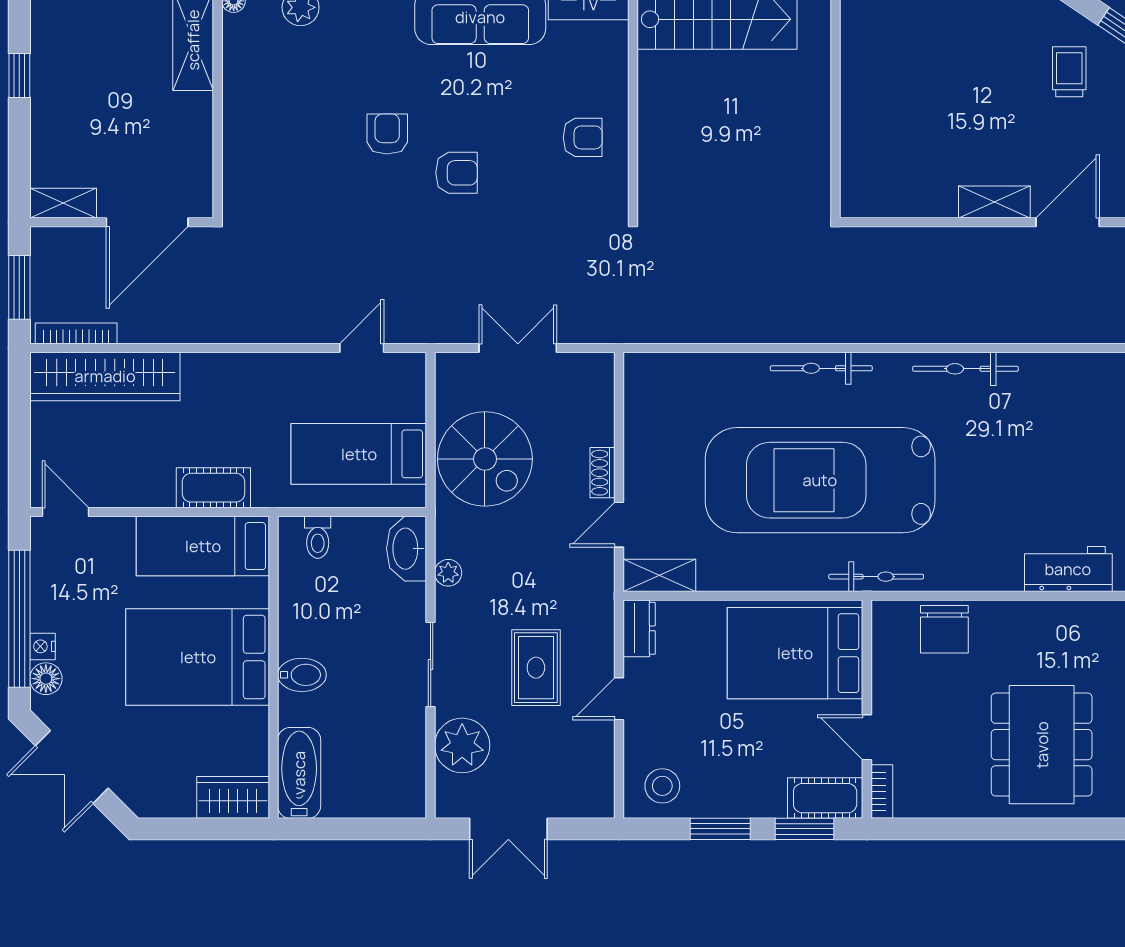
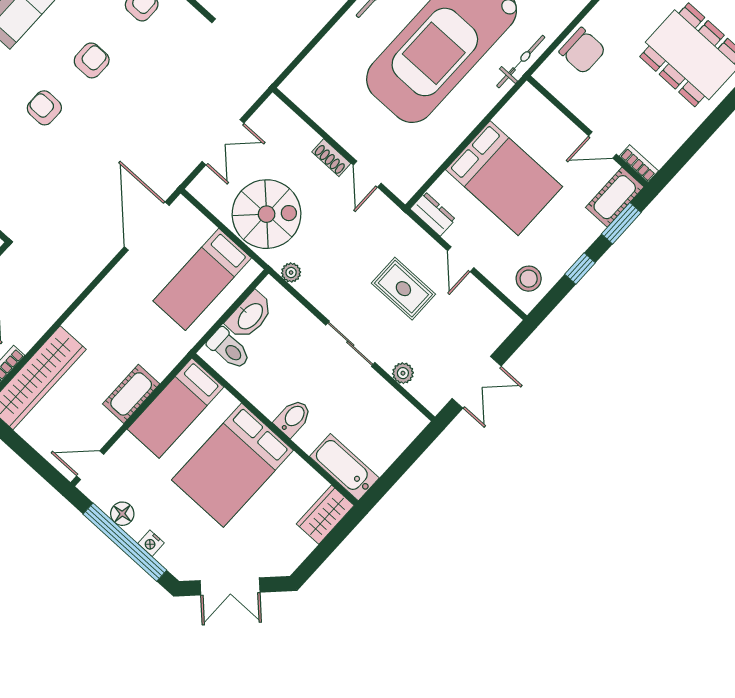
armchair: (456, 173) -> (92, 60), moved
door: (362, 348) -> (147, 226), width x1.88
double door: (518, 348) -> (223, 142), swing flipped
cot: (213, 488) -> (131, 394), moved
toilet: (318, 537) -> (229, 349), width x1.37, depth x1.39
washbasin: (407, 549) -> (250, 316), moved, turned -90
plant: (448, 573) -> (291, 273), moved
shelving: (659, 575) -> (414, 177), removed
bed: (795, 653) -> (504, 178), moved, turned -90
floor lamp: (46, 679) -> (122, 514), moved
plant: (462, 745) -> (403, 373), width x0.53, depth x0.53
window: (720, 829) -> (580, 269), width x0.67

